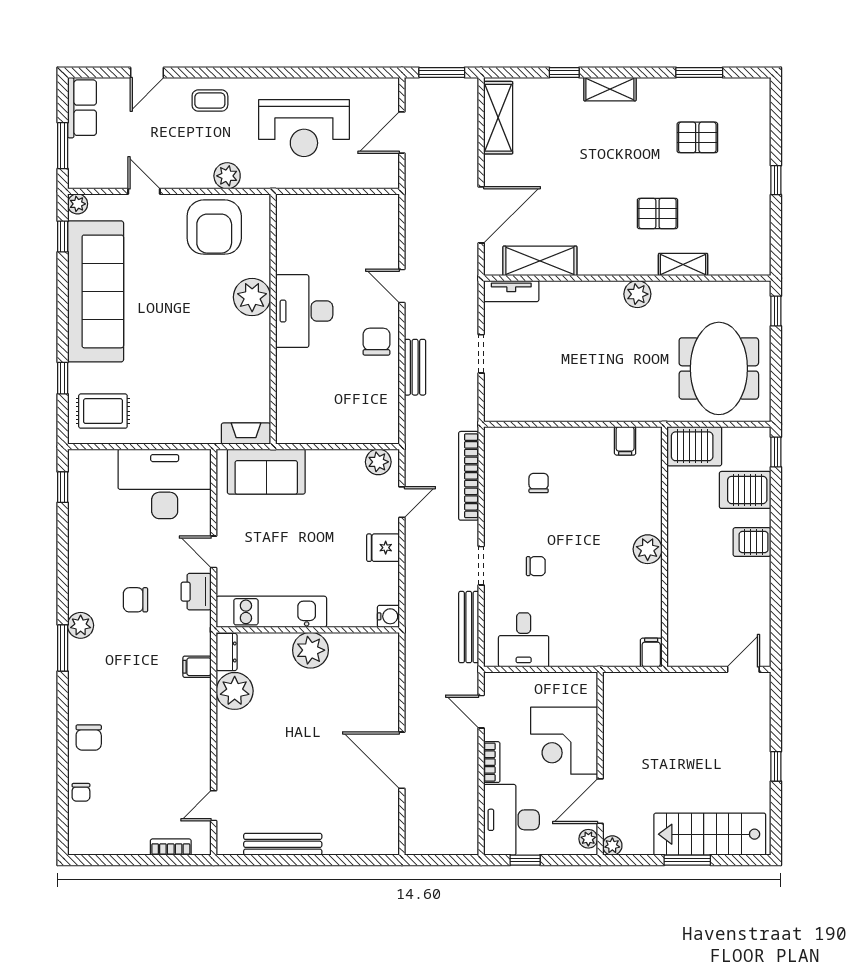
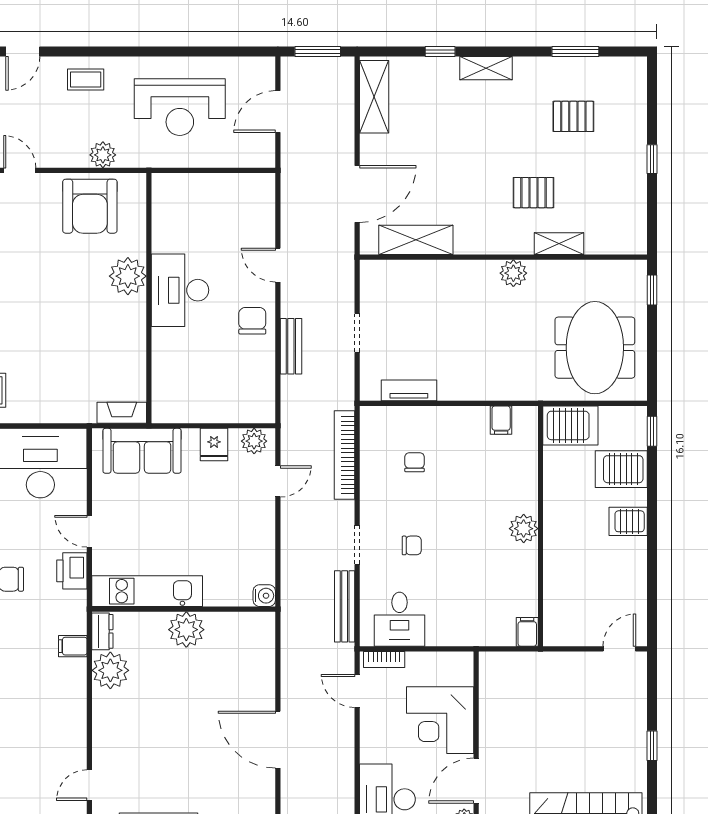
tv unit: (511, 291) -> (409, 390), moved, turned 180
fridge: (383, 548) -> (214, 445), moved, turned -90
bookcase: (492, 762) -> (384, 659), moved, turned 90

